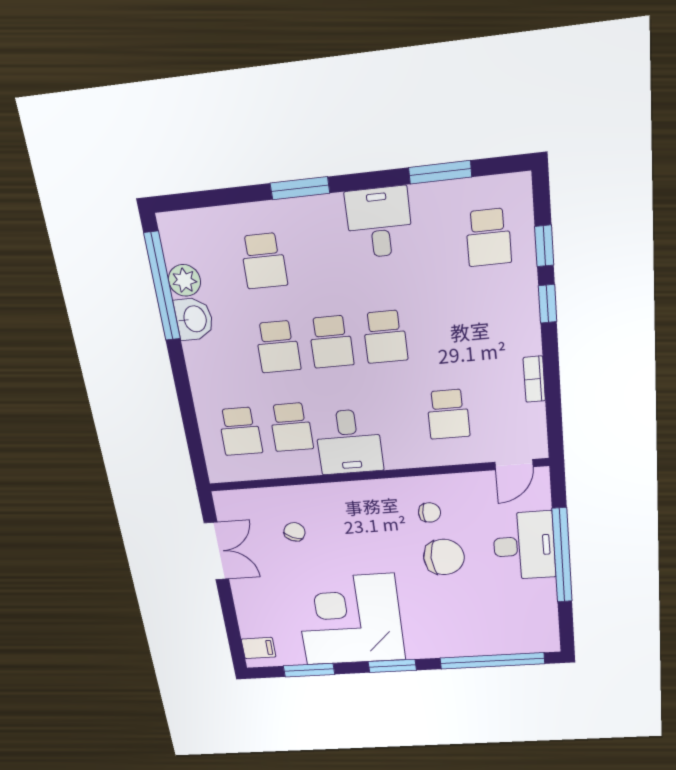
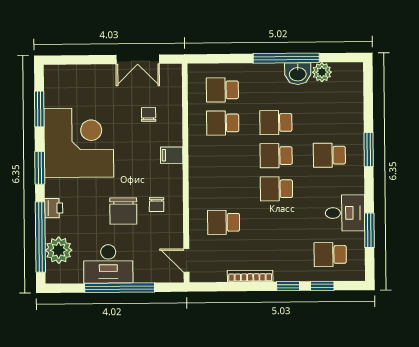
desk: (379, 222) -> (345, 213), moved
school desk: (264, 261) -> (329, 155), moved
window: (162, 287) -> (286, 58), moved
bookcase: (534, 379) -> (250, 276), width x1.56
desk: (349, 442) -> (210, 158), removed
chair: (295, 532) -> (149, 114), turned -115
desk: (524, 546) -> (108, 264), moved
plant: (510, 637) -> (59, 250), added
printer: (448, 646) -> (54, 208), added
filing cabinet: (259, 648) -> (172, 155), moved, turned 90

